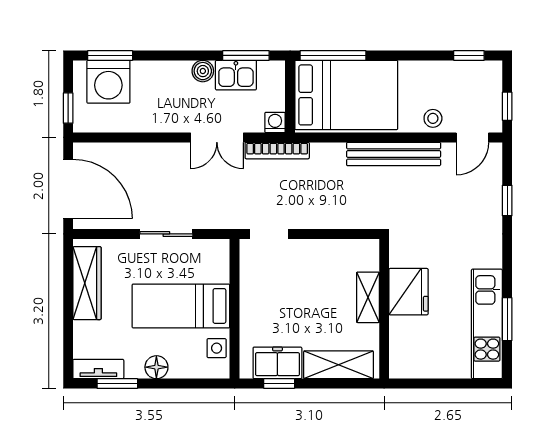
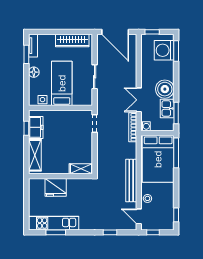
boiler: (203, 71) -> (165, 89), width x1.86, depth x1.86
door: (68, 189) -> (115, 32), hinge flipped
fridge: (409, 292) -> (56, 187), moved
shelving: (368, 297) -> (81, 169), moved

